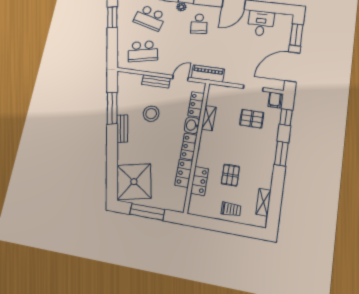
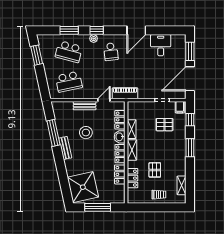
shelving: (205, 144) -> (132, 150), added

